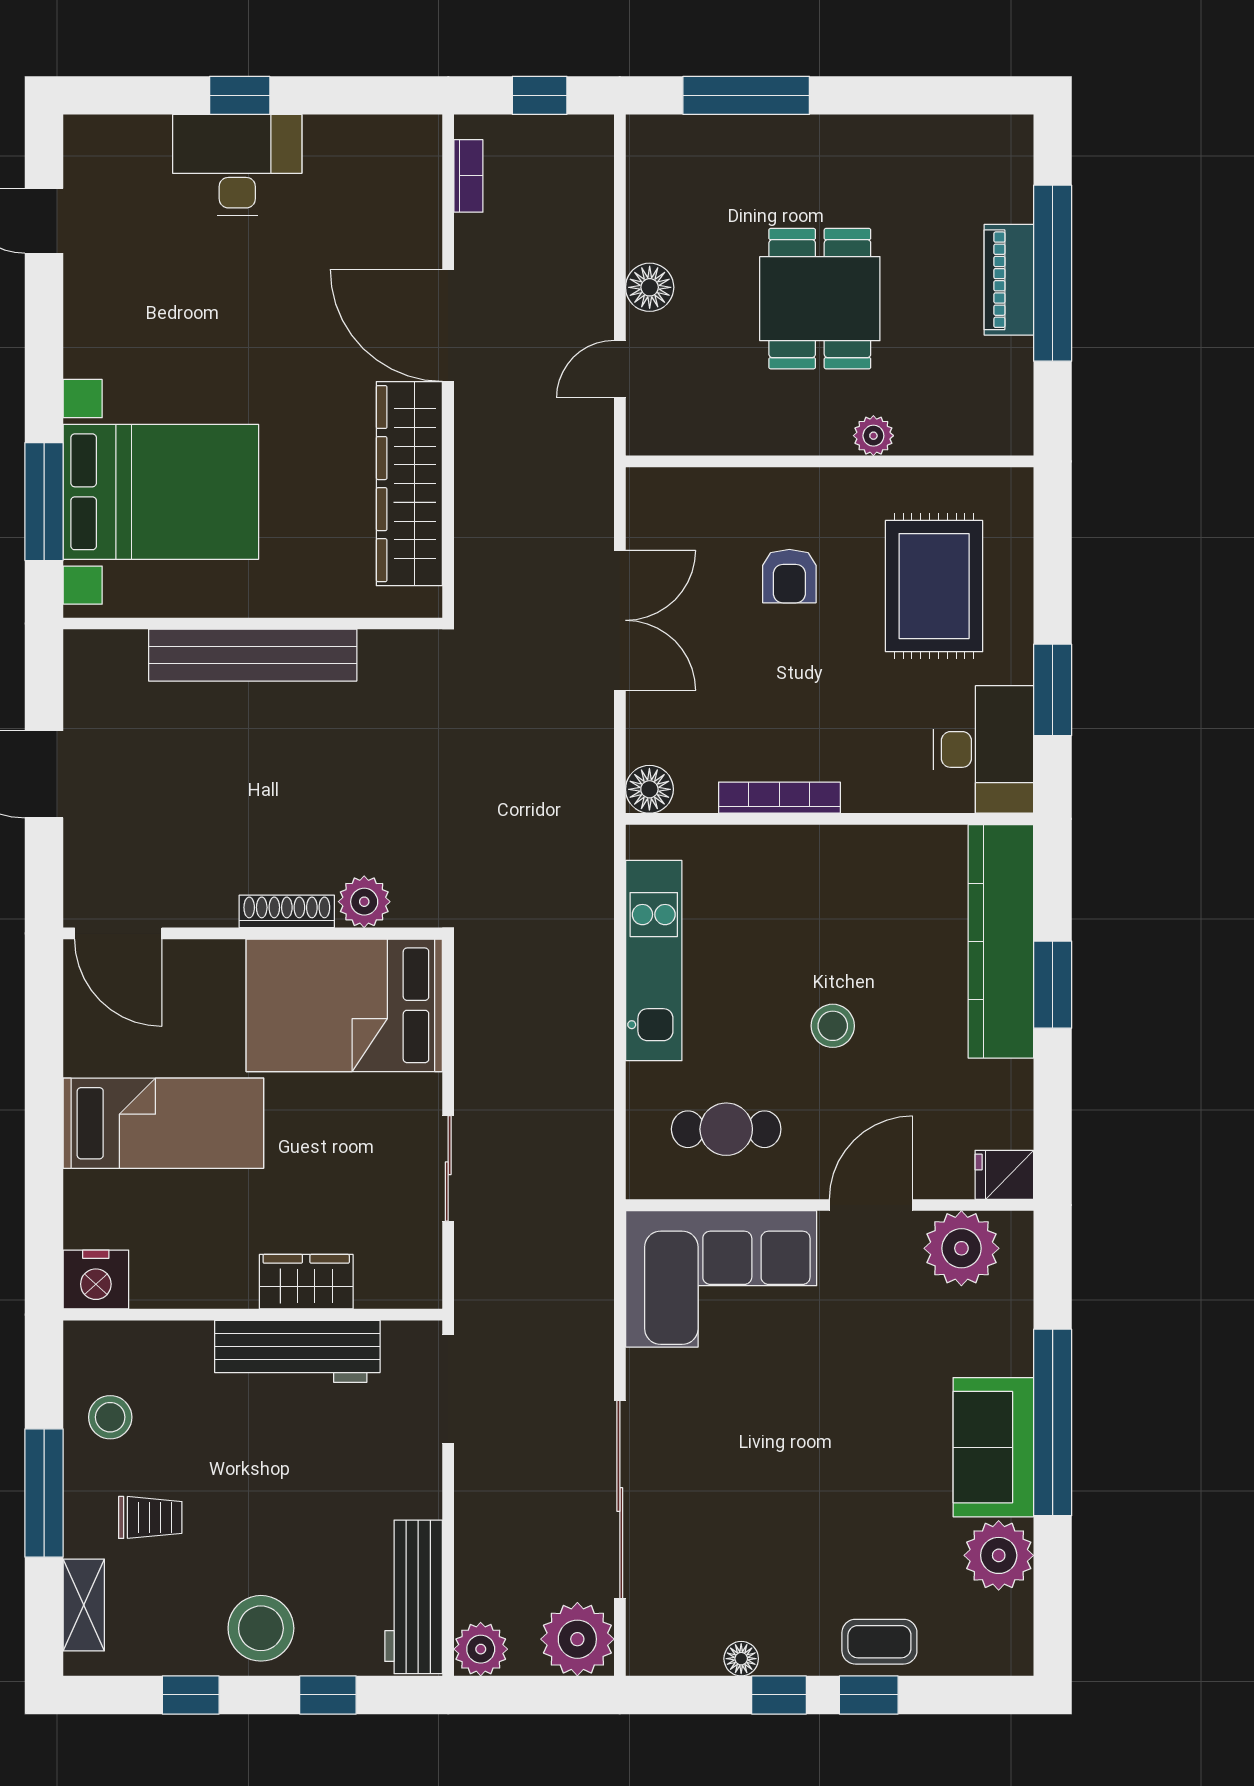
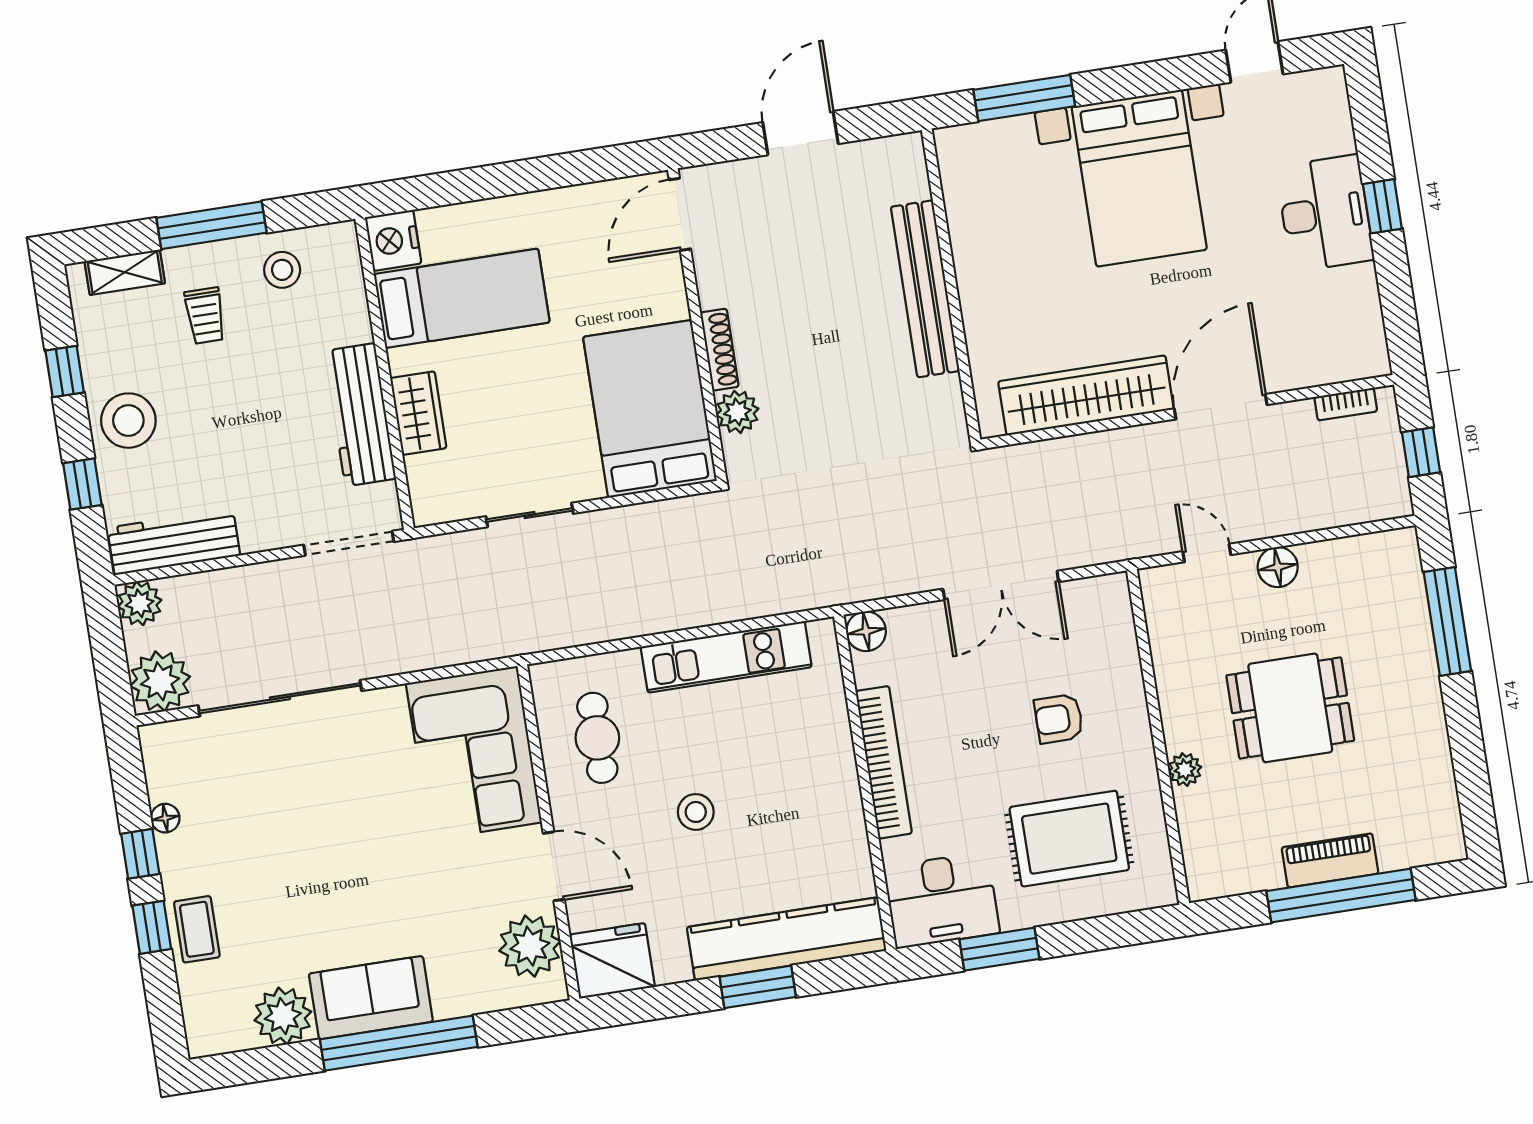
bed with nightstands: (161, 492) -> (1139, 178), moved
bookcase: (779, 798) -> (884, 762), width x1.48, depth x1.31
bed: (163, 1123) -> (462, 298), moved, turned -90
fridge: (1004, 1175) -> (612, 961), width x1.88, depth x1.34

